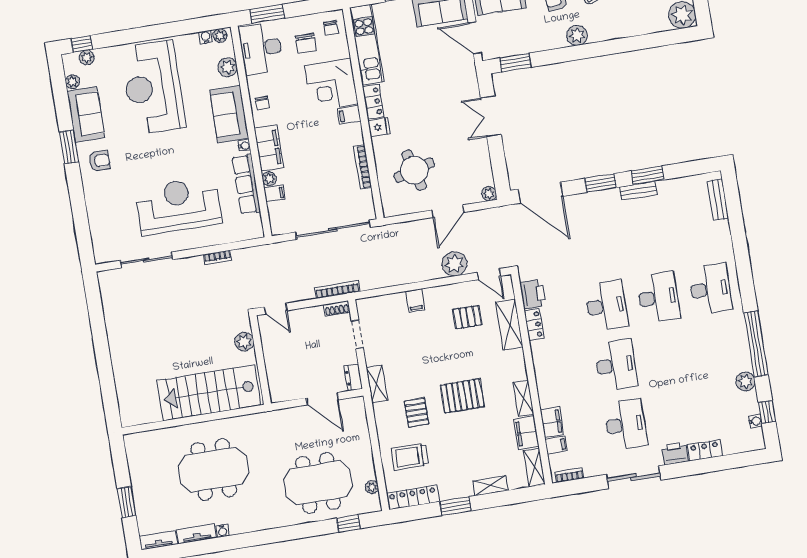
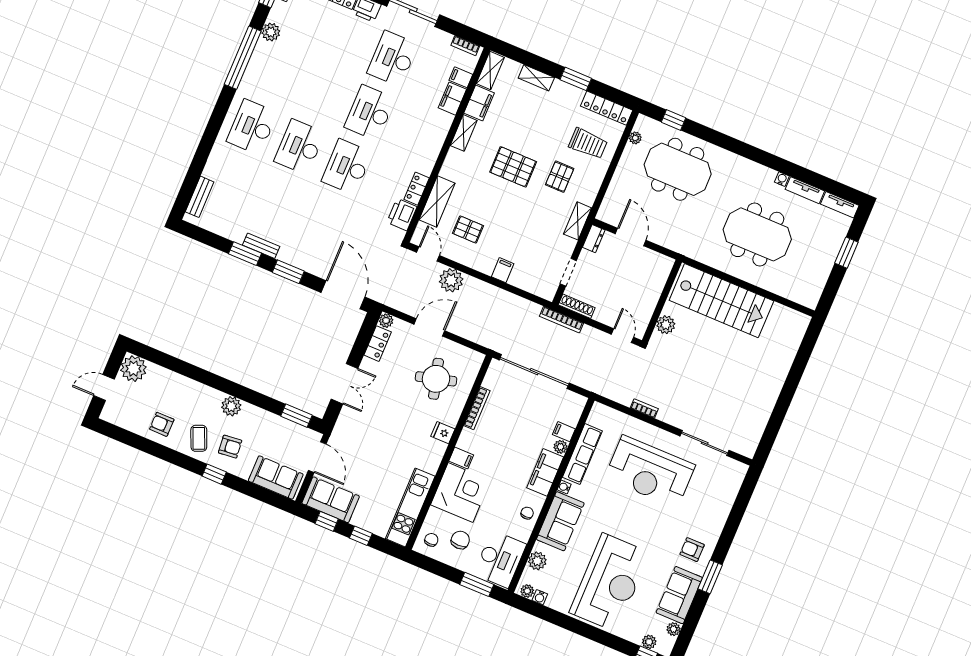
locker: (373, 102) -> (378, 344), moved, turned 180
shoe rack: (337, 309) -> (577, 306), width x1.43

